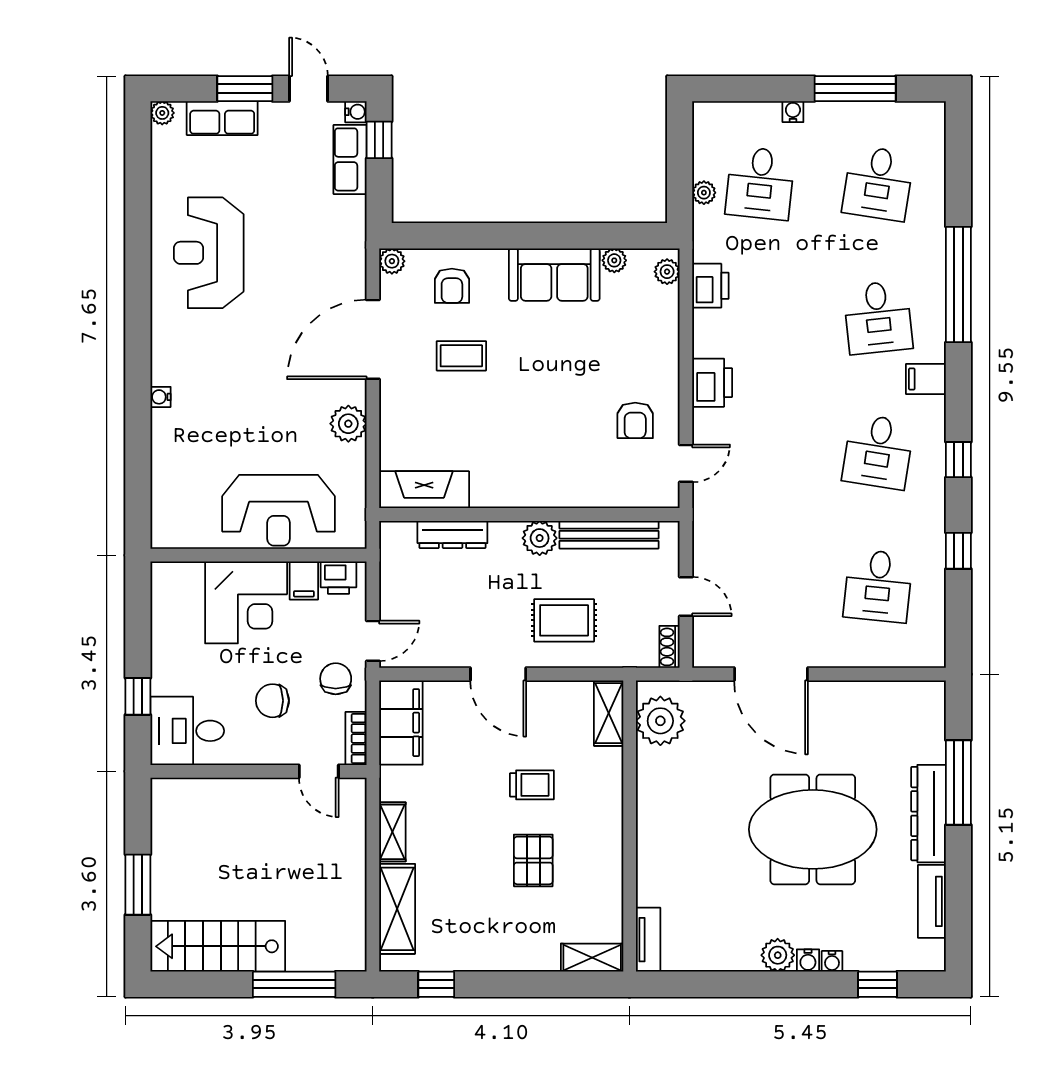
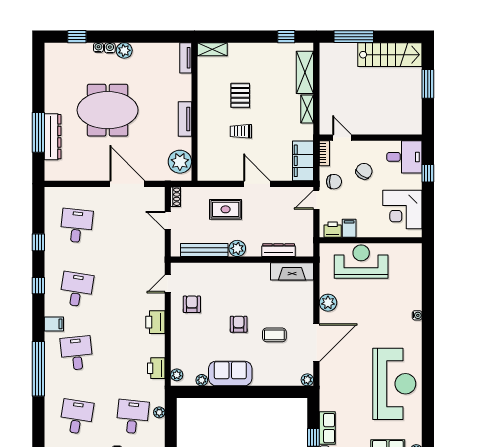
reception desk: (209, 253) -> (394, 384), width x1.36, depth x1.30
armchair: (452, 286) -> (239, 324), moved
corner desk: (246, 602) -> (402, 210), moved, turned -90
chair: (336, 679) -> (334, 182), turned -90
chair: (272, 701) -> (364, 171), turned -54
shelving: (609, 713) -> (204, 165), removed
dresser: (928, 814) -> (53, 137), moved
tv unit: (932, 901) -> (185, 119), moved, turned 180

